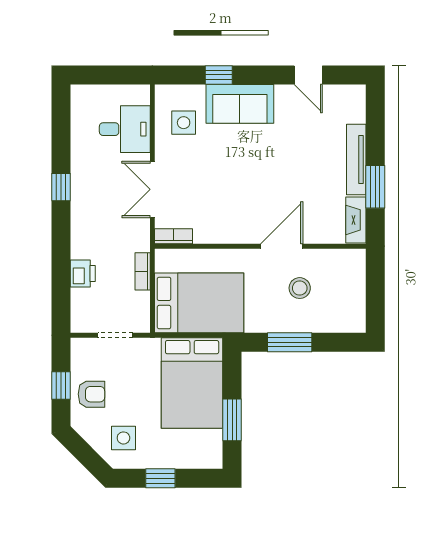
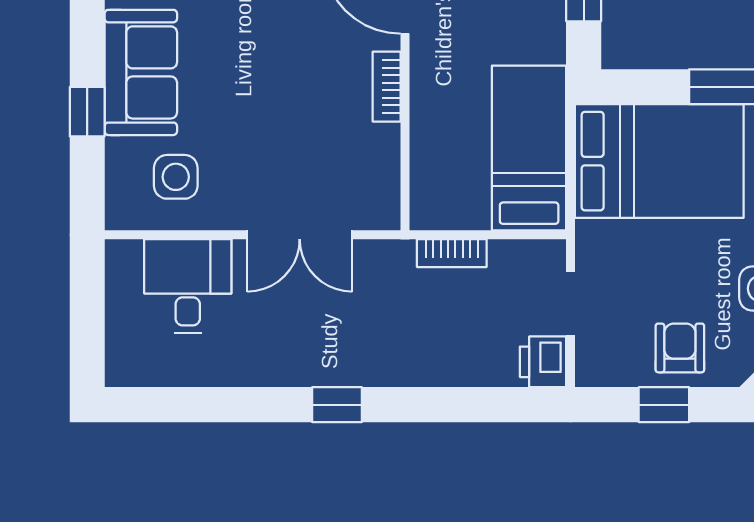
window: (61, 187) -> (337, 405), moved
bookcase: (174, 236) -> (387, 87), moved
printer: (83, 273) -> (543, 362), moved, turned -90
bed: (199, 303) -> (529, 148), width x0.67

